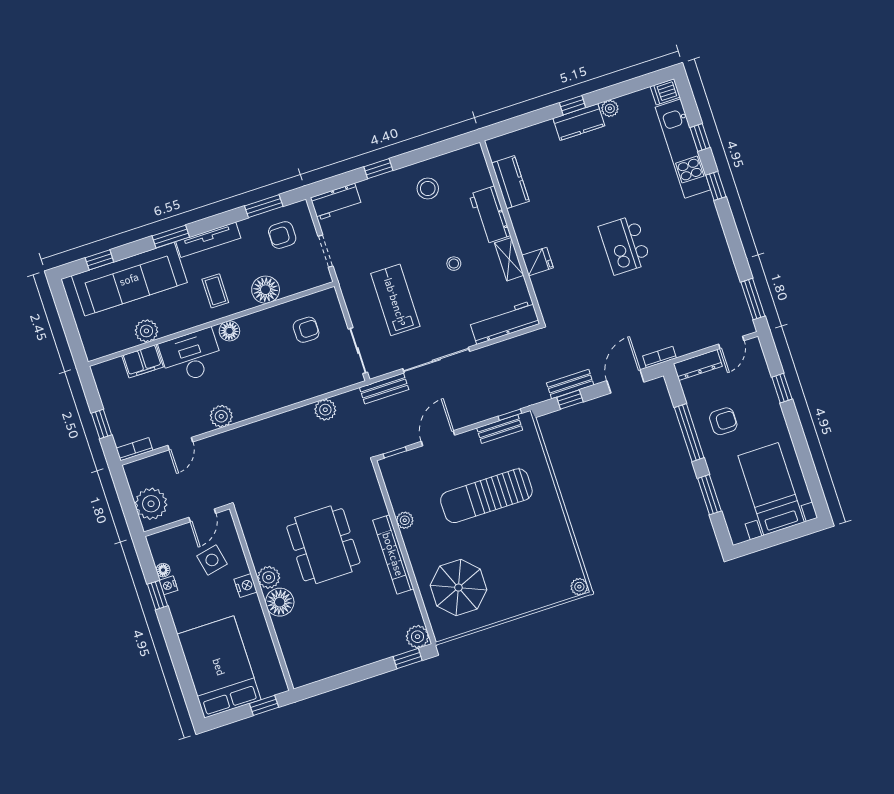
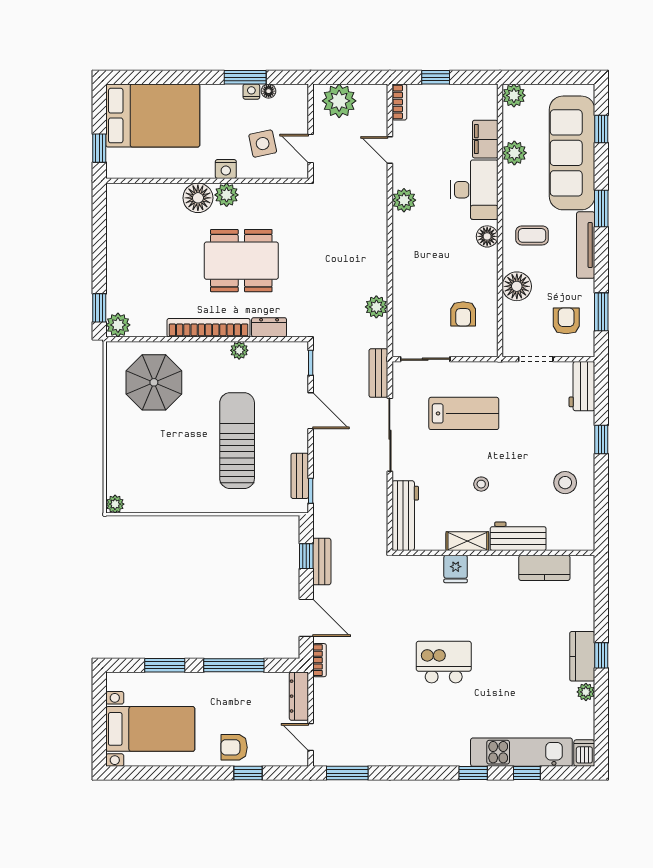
plant: (95, 348) -> (514, 95), added
armchair: (723, 421) -> (234, 747), moved, turned 90
dresser: (375, 500) -> (269, 327), added
window: (157, 595) -> (245, 77), width x1.50

